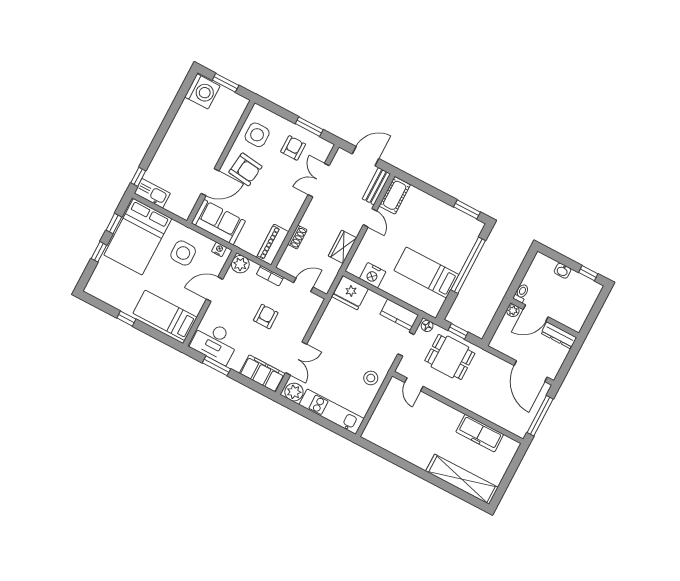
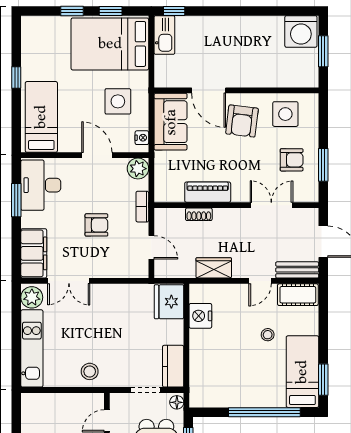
stool: (412, 233) -> (268, 335), added
piano: (273, 245) -> (208, 192), moved
bed: (426, 272) -> (302, 372), moved

